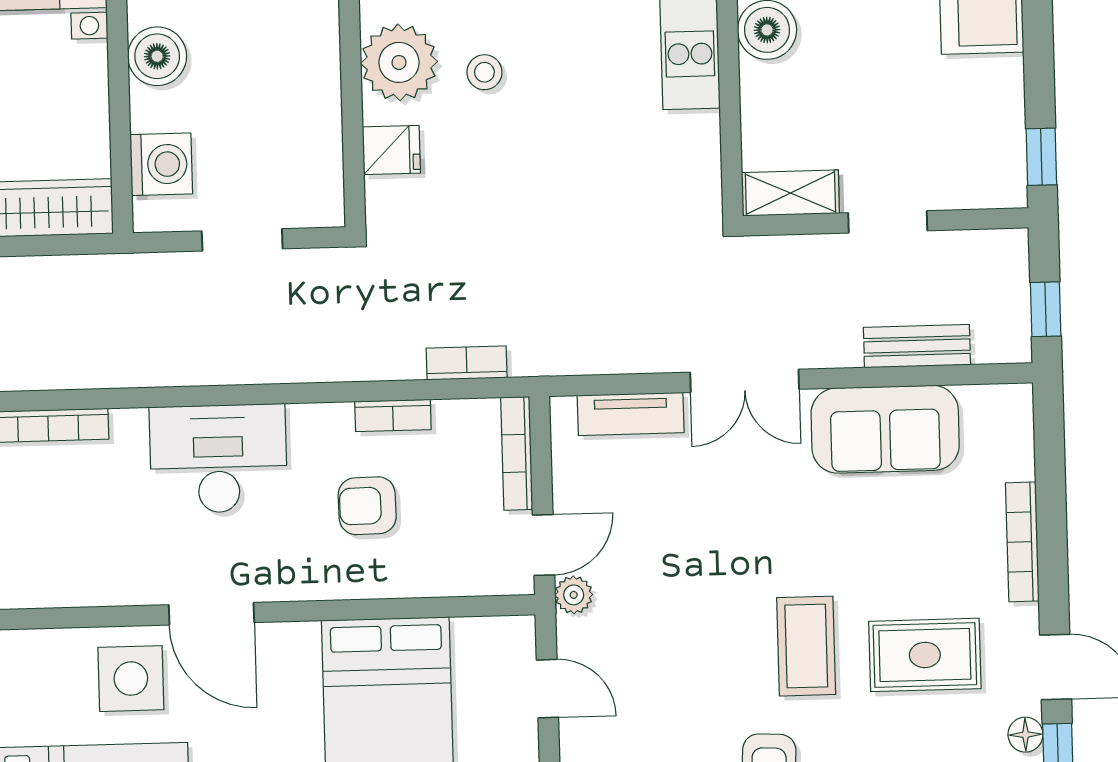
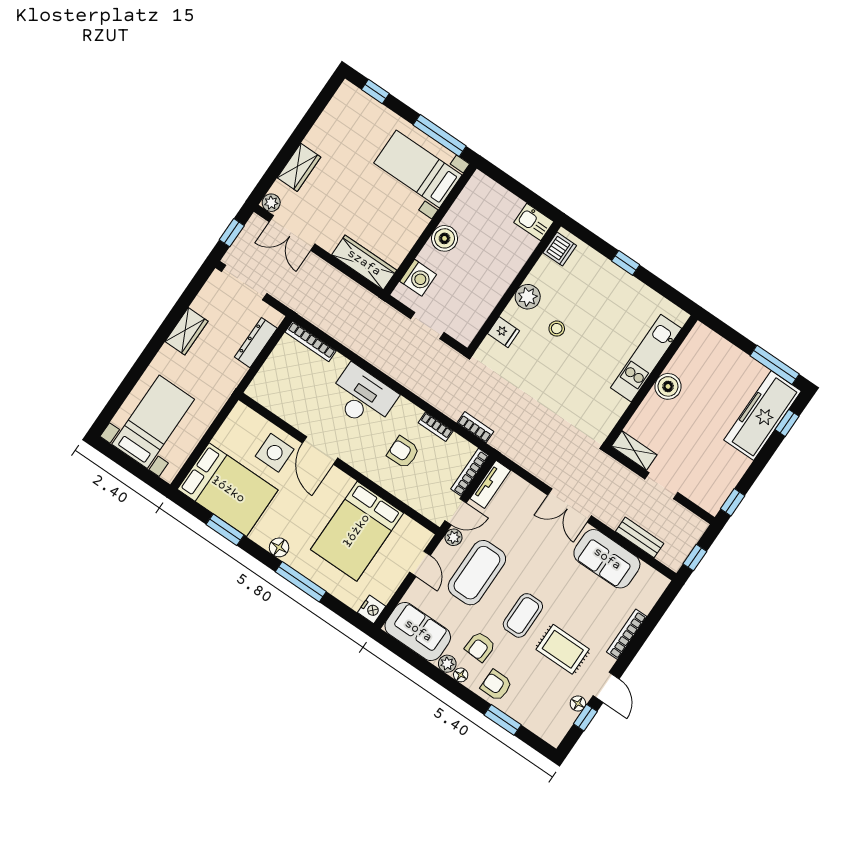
plant: (399, 62) -> (528, 297), width x0.73, depth x0.73
tv unit: (631, 414) -> (490, 484), moved, turned -90
coffee table: (664, 629) -> (477, 573), added

